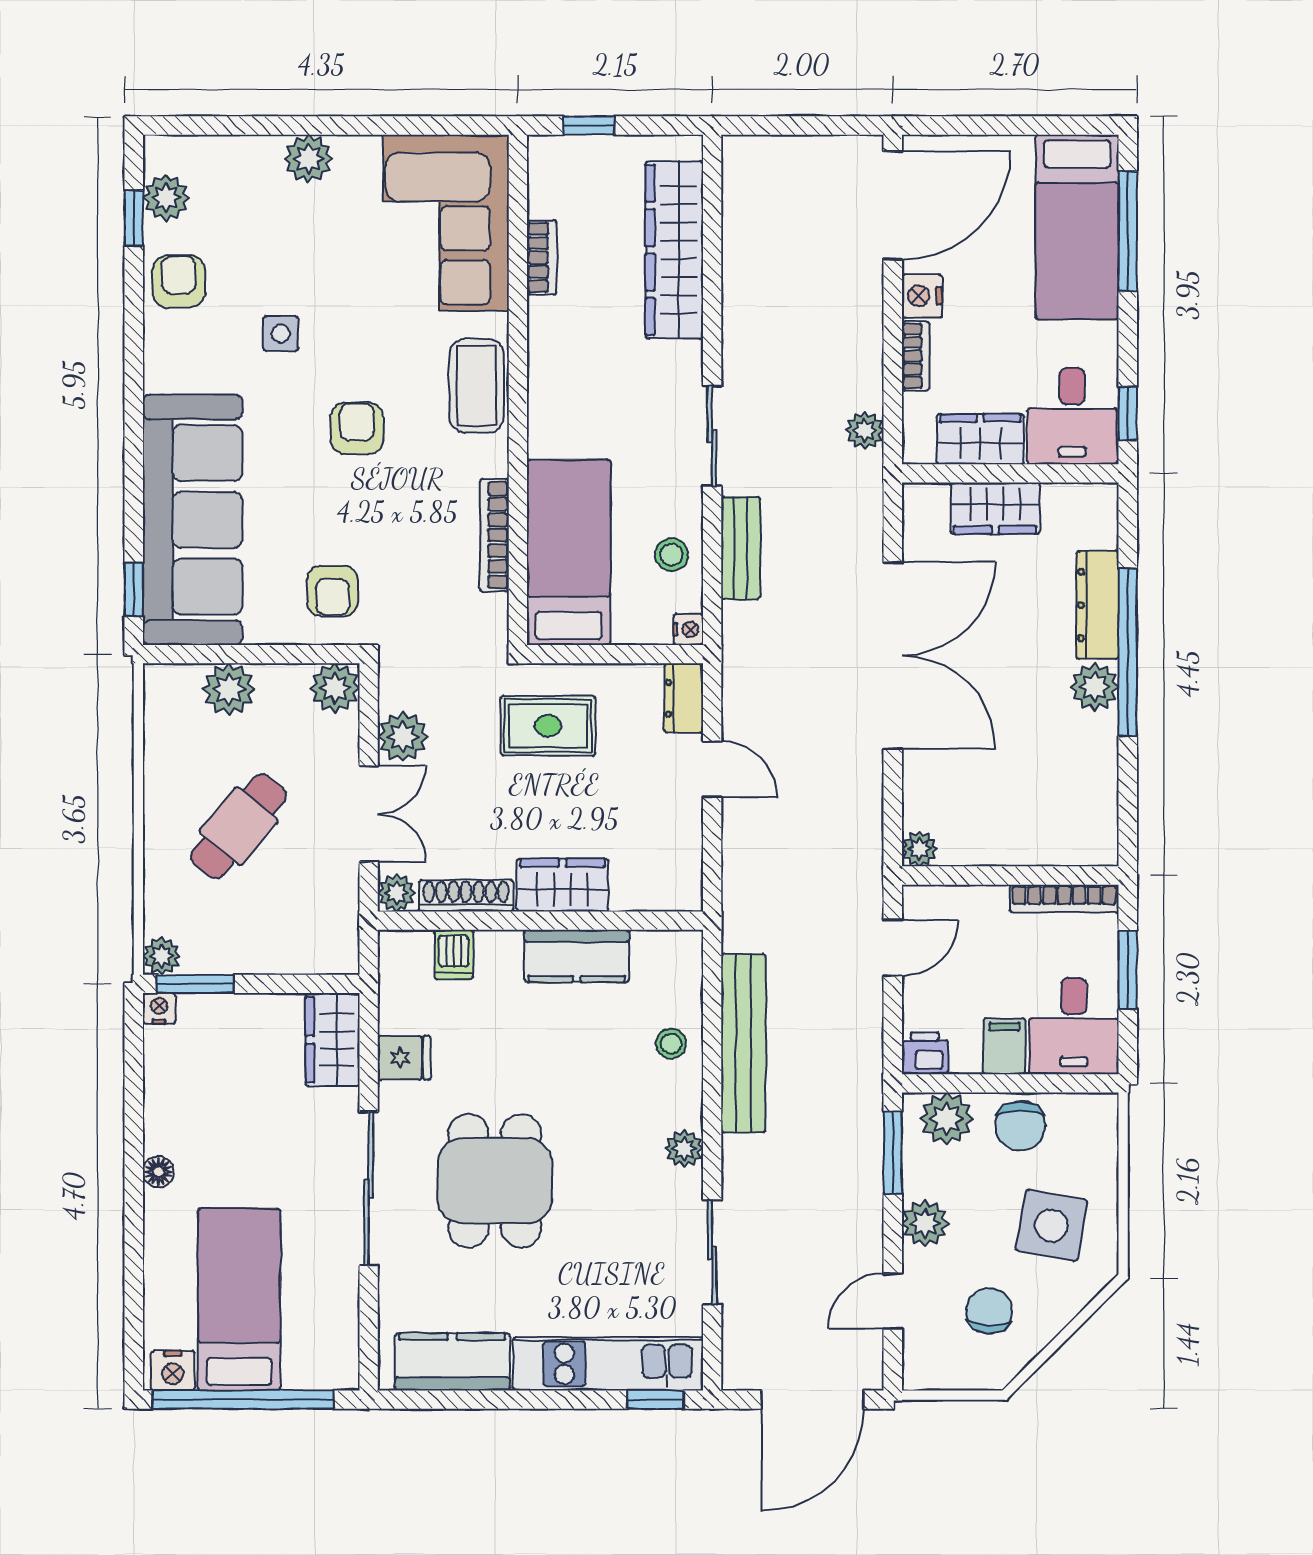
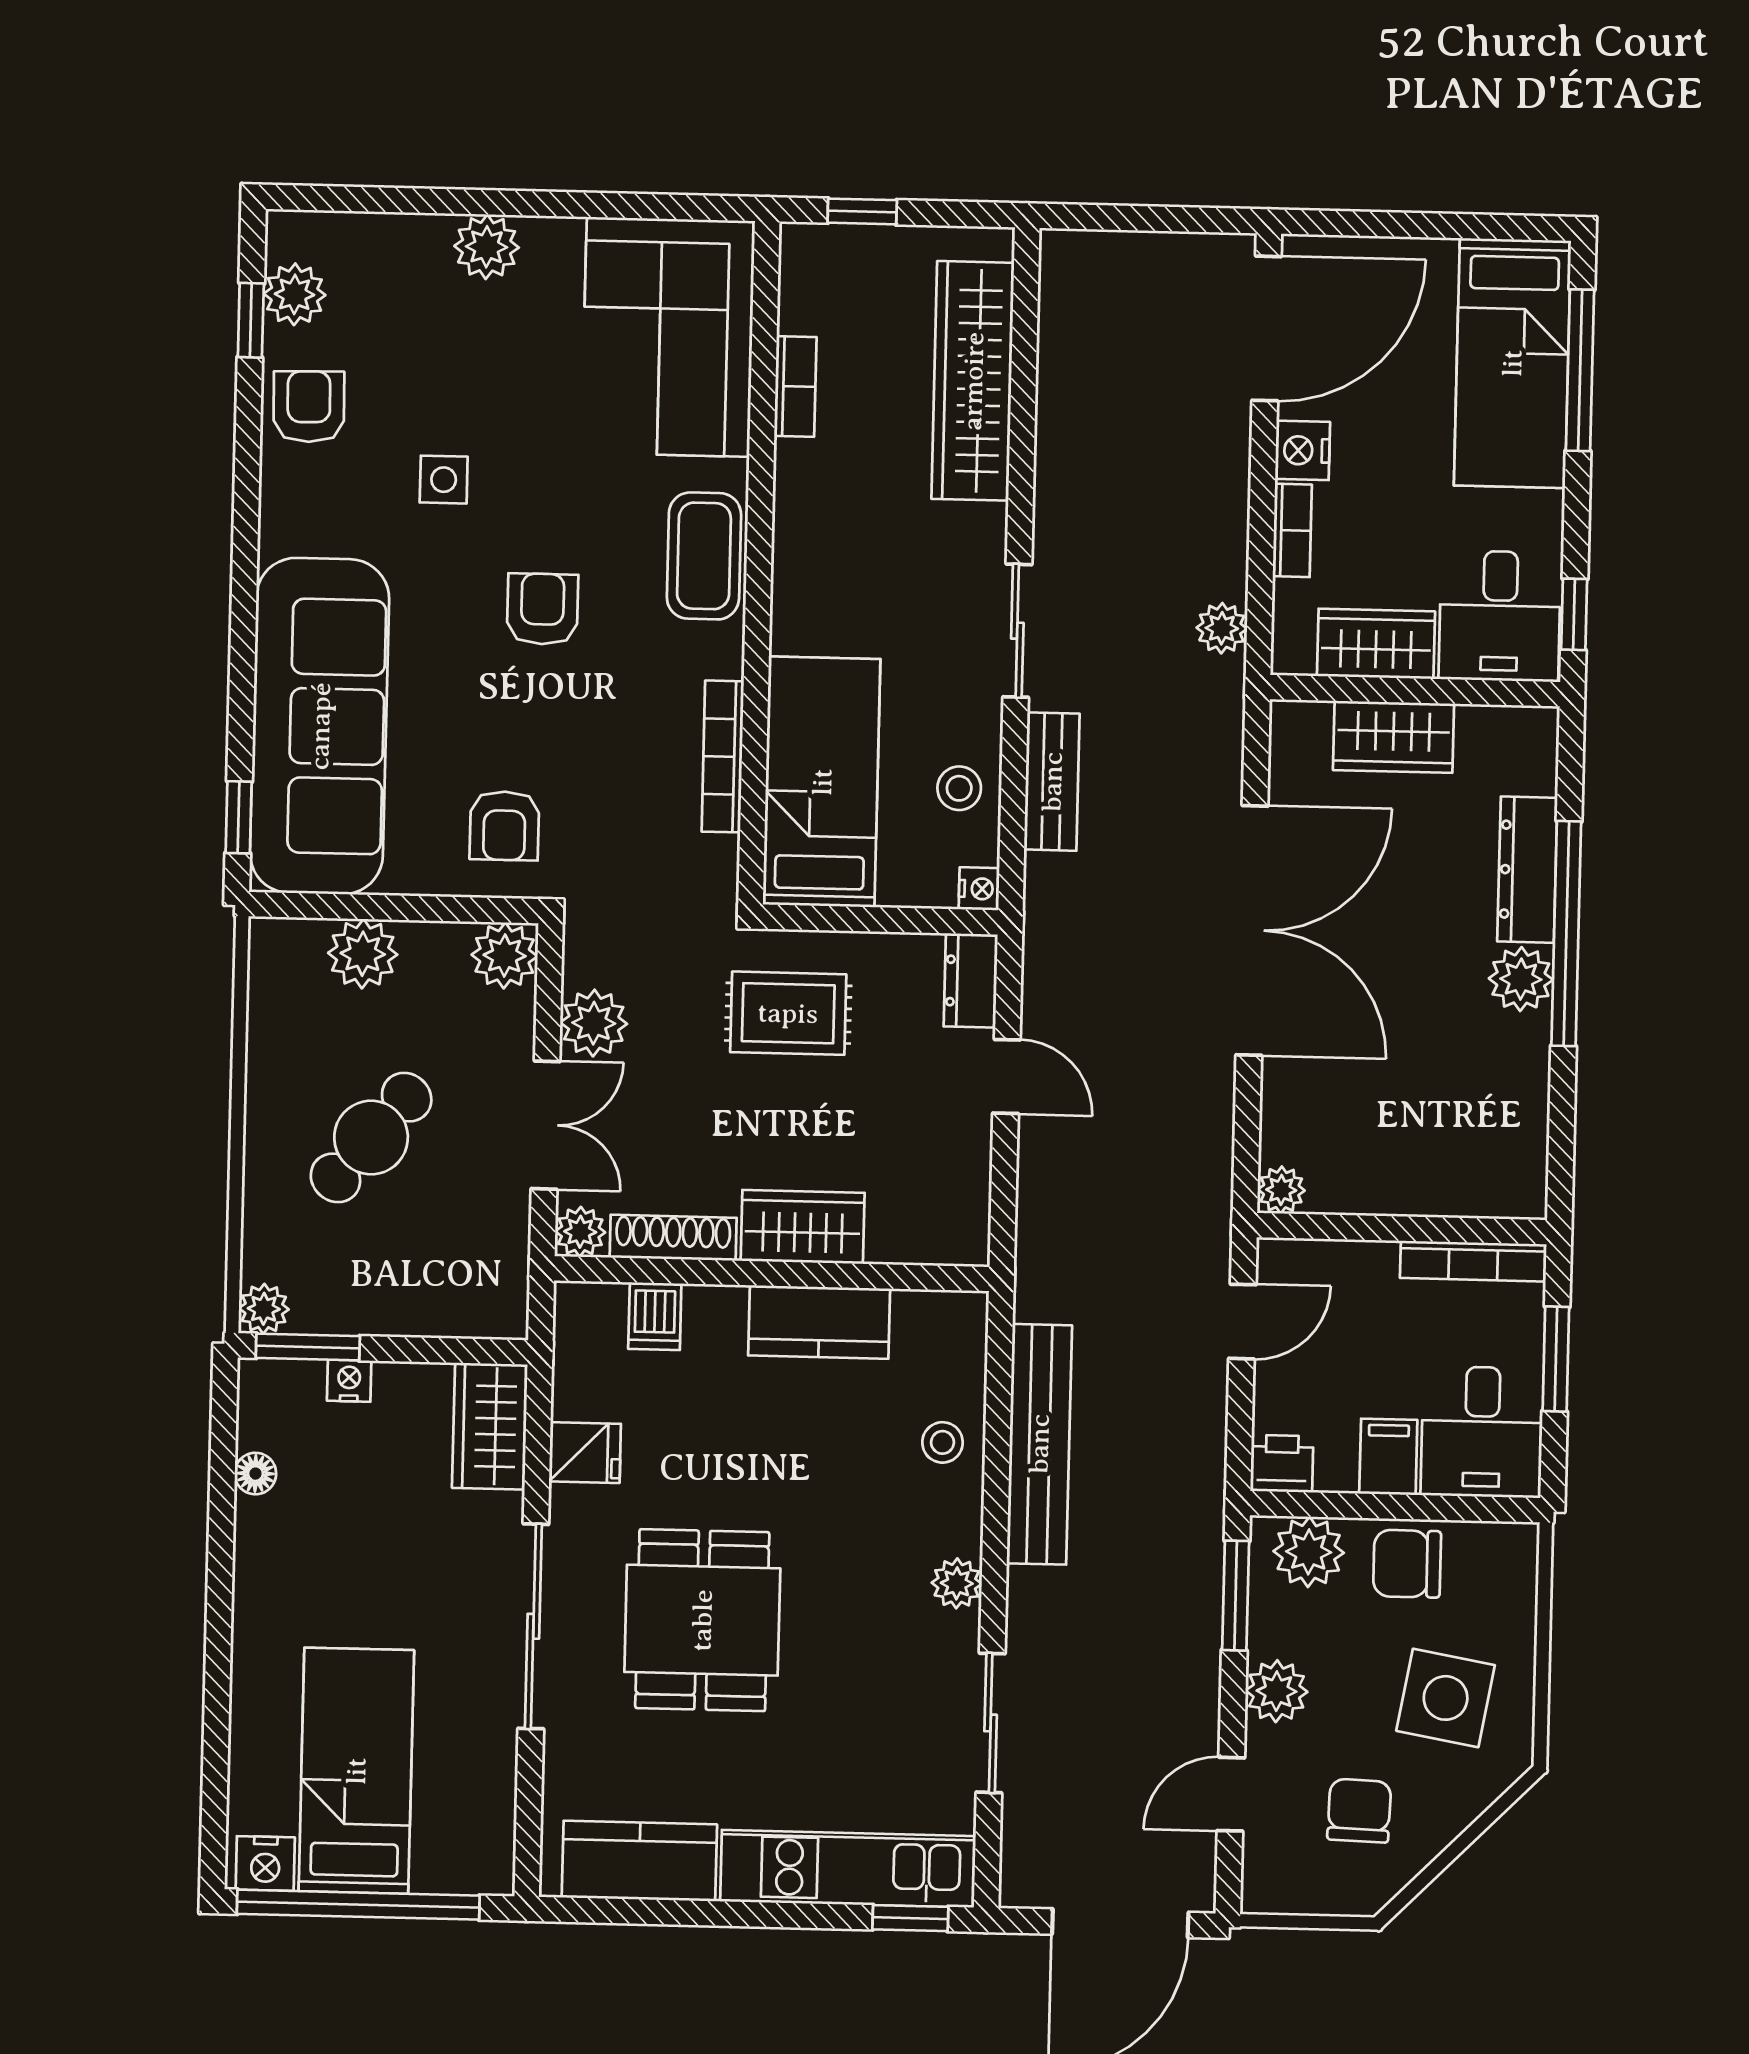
nightstand: (159, 1008) -> (349, 1381), moved
chair: (1020, 1126) -> (1407, 1564), turned 90
floor lamp: (158, 1172) -> (255, 1474), moved

